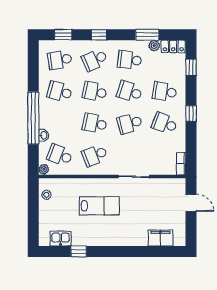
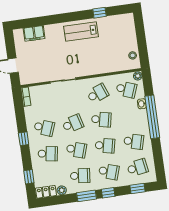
window: (147, 35) -> (87, 196), moved
school desk: (95, 60) -> (109, 172), turned 42
lab bench: (99, 206) -> (81, 32), moved
kitchen sink: (61, 239) -> (116, 21), removed

